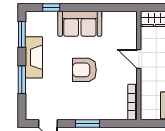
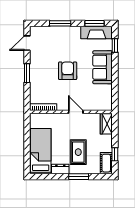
fireplace: (34, 57) -> (96, 33), moved
door: (139, 59) -> (76, 112), hinge flipped

